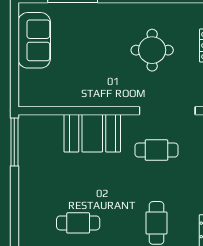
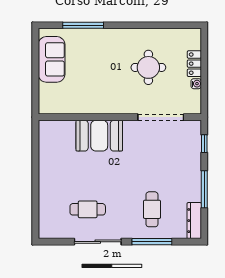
window: (14, 142) -> (35, 143), removed
cafe table: (156, 150) -> (152, 149), removed

